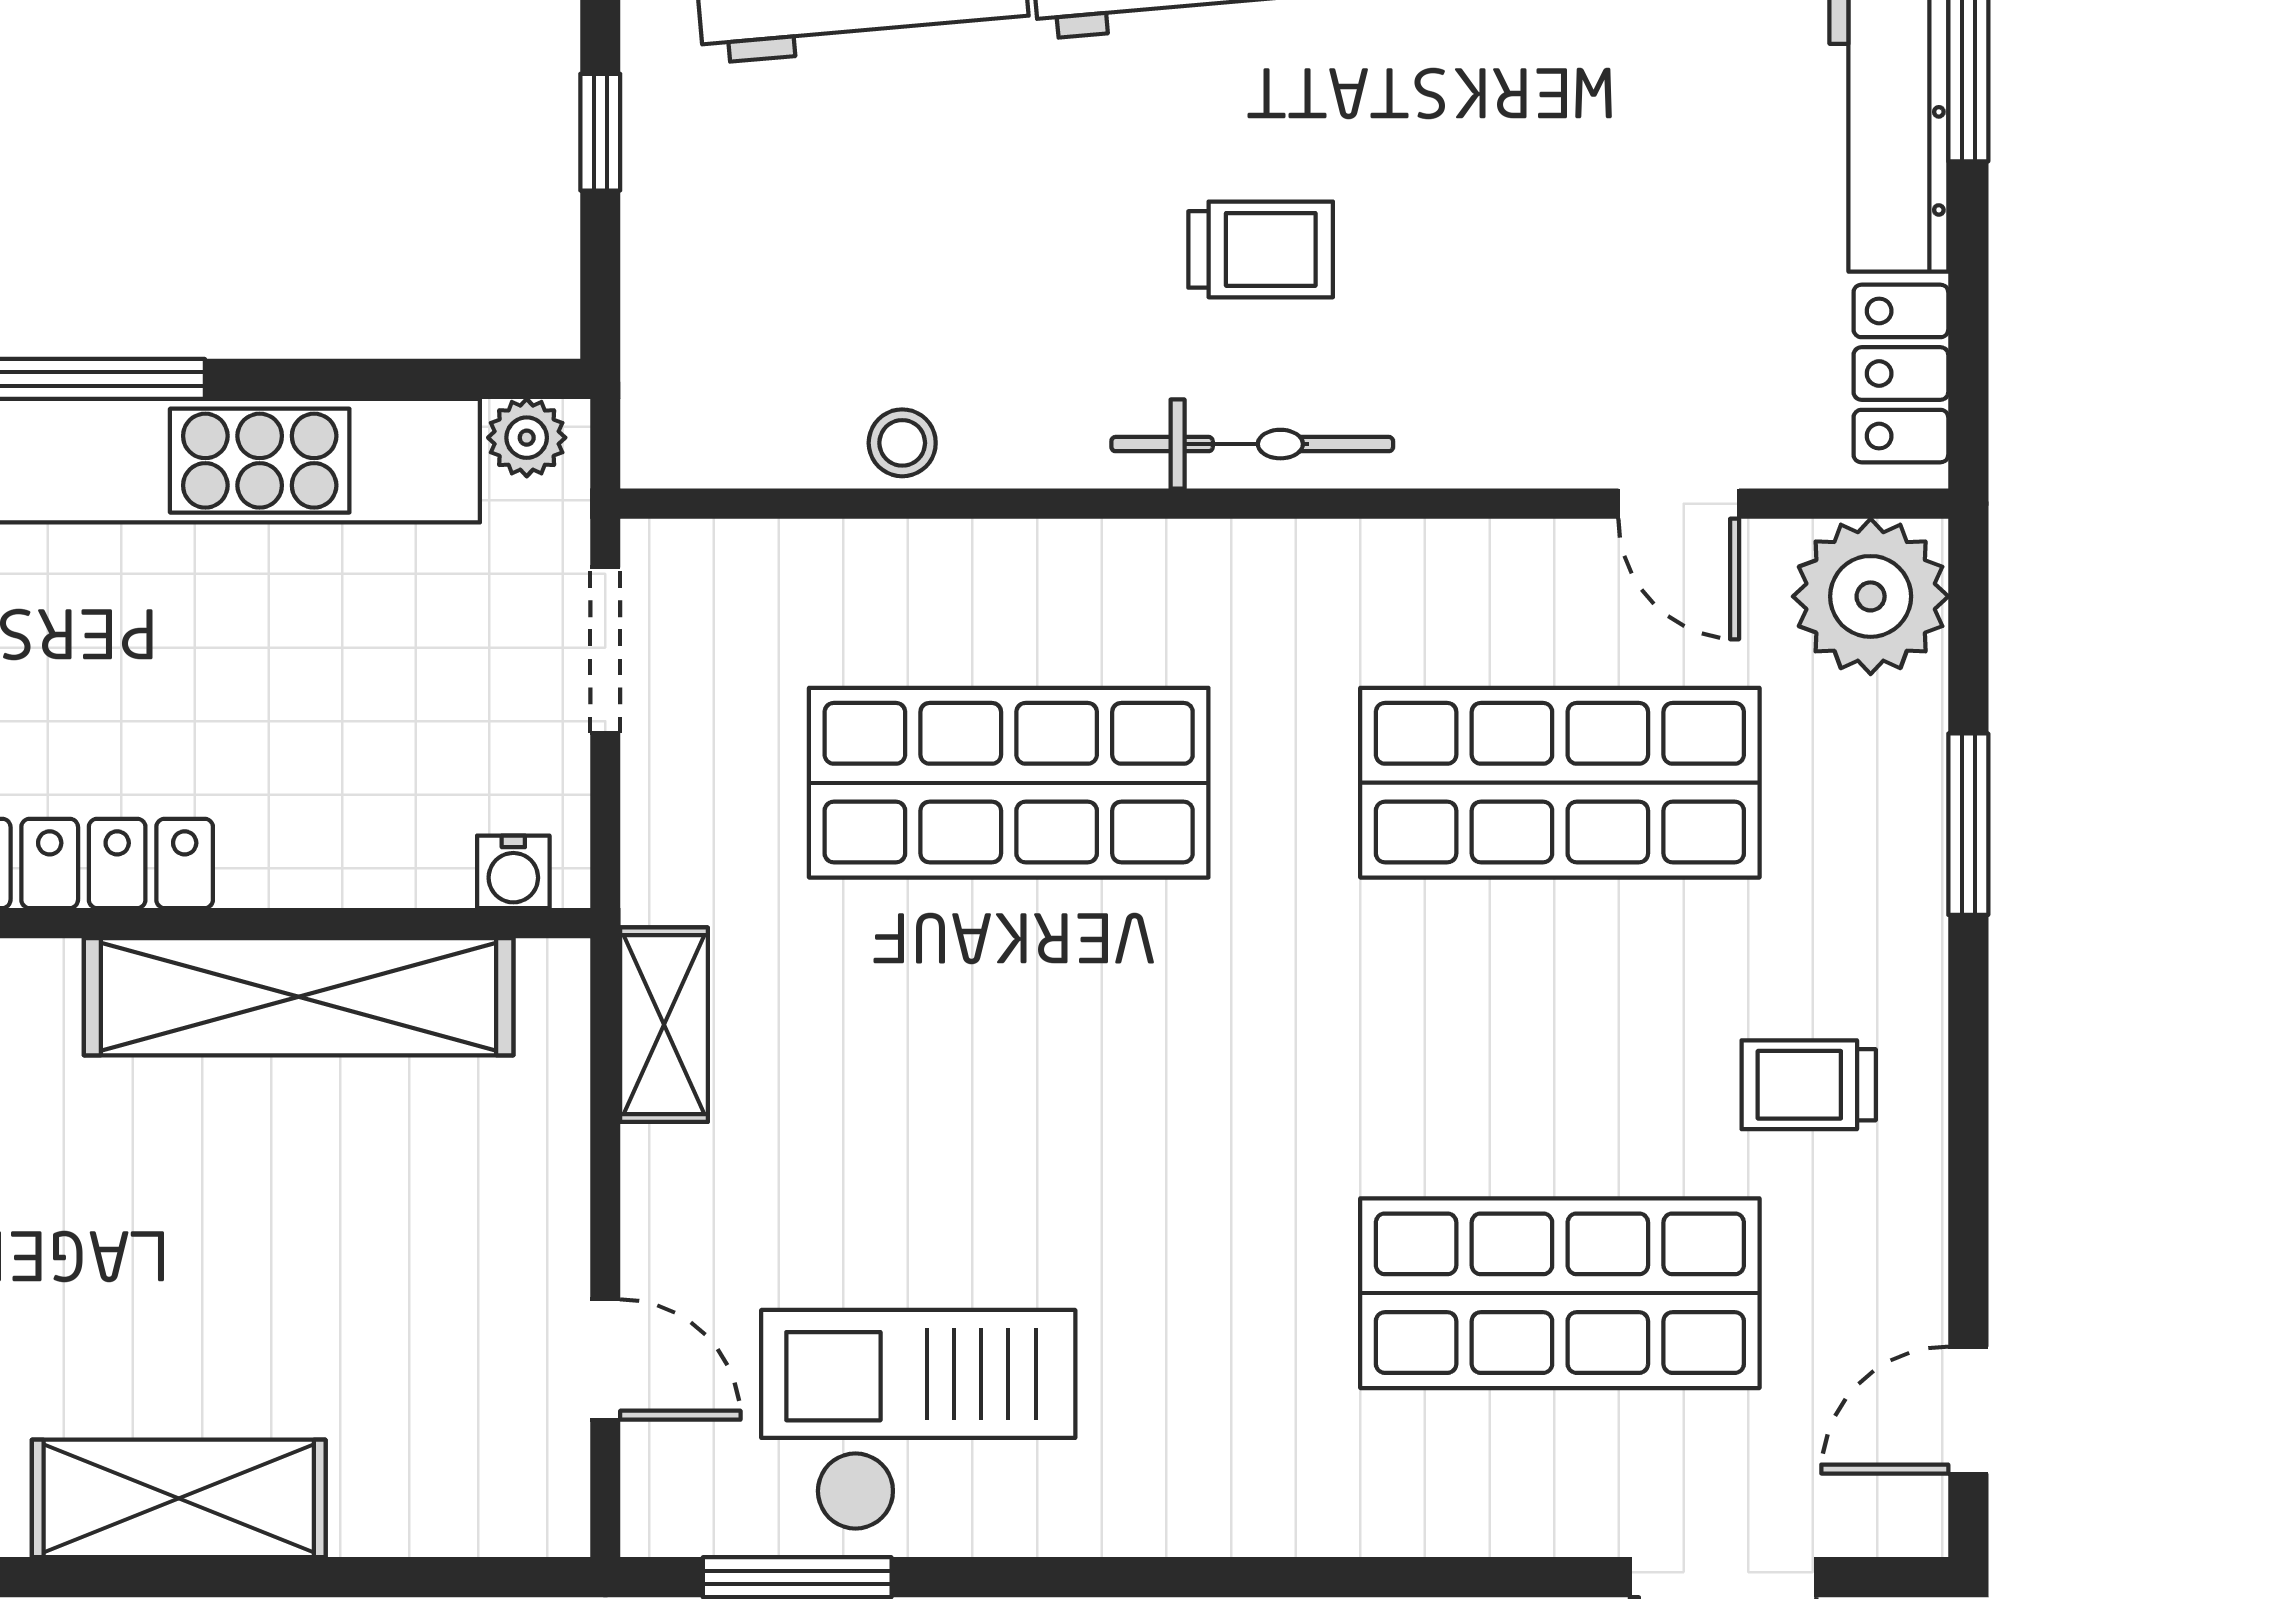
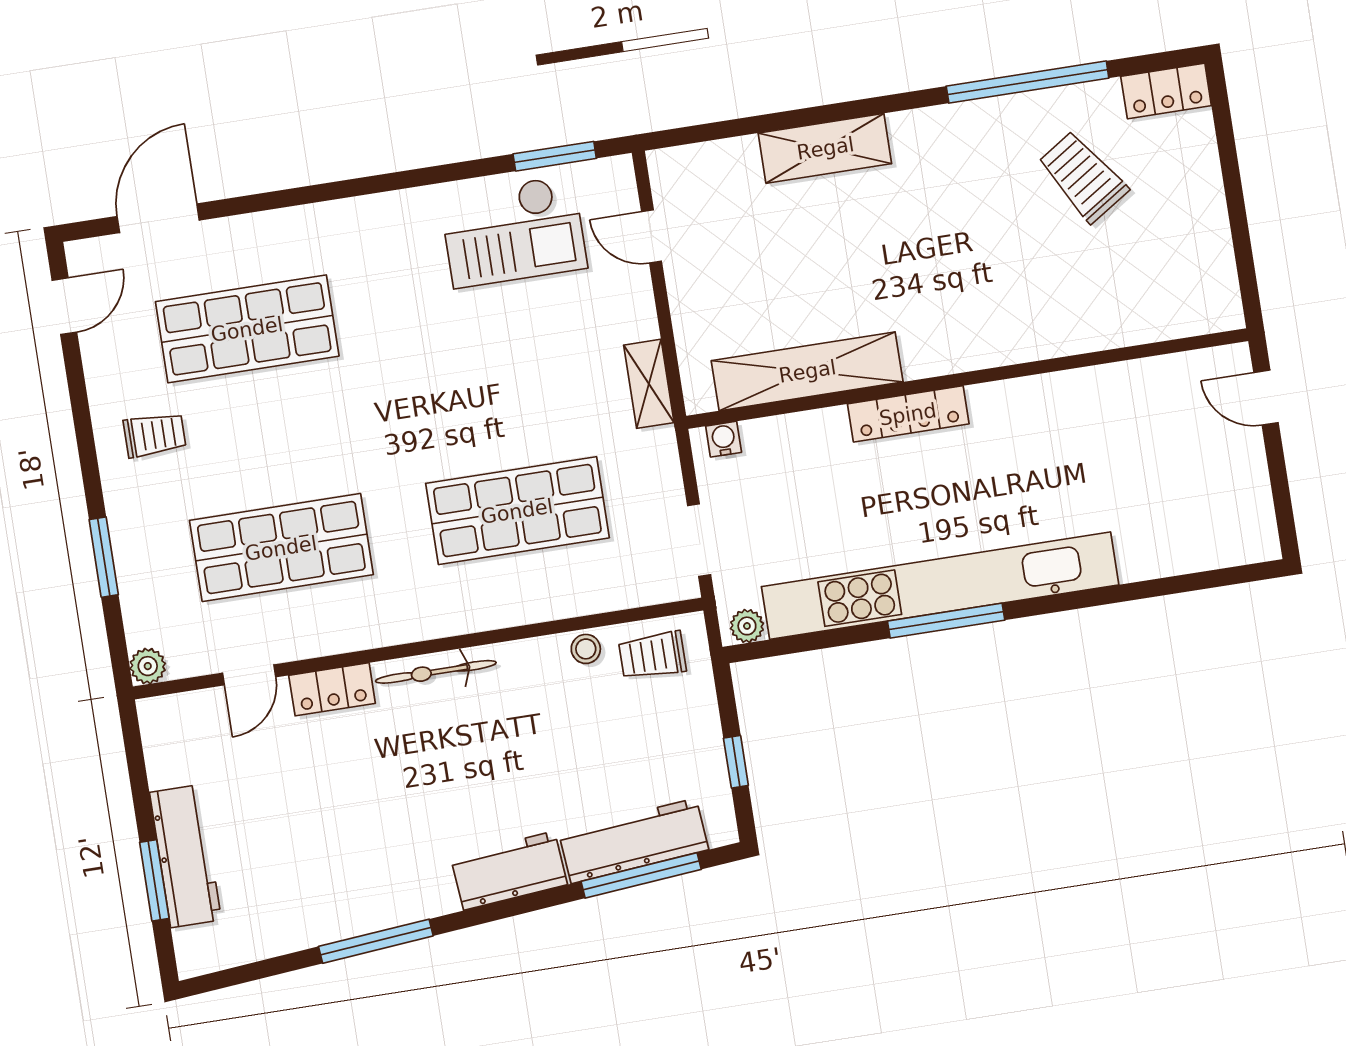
trolley: (1261, 249) -> (652, 655), moved
locker: (1901, 374) -> (332, 689), moved, turned 90
door: (1679, 504) -> (249, 675), swing flipped
plant: (1871, 596) -> (148, 666), width x0.53, depth x0.53

